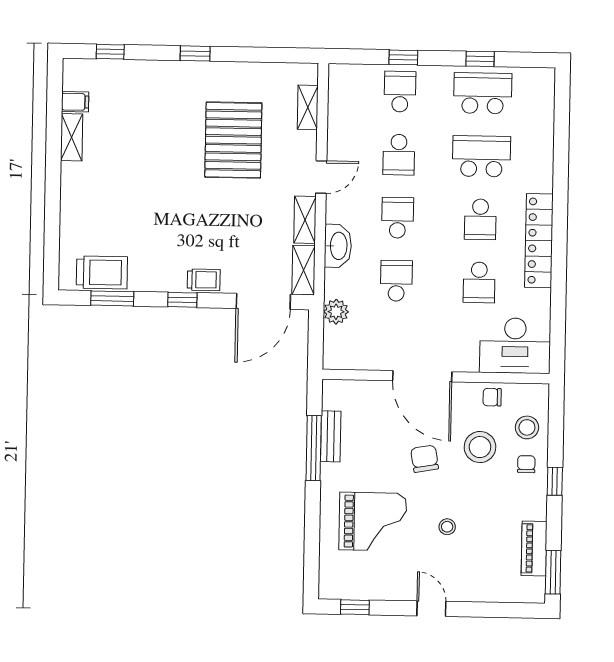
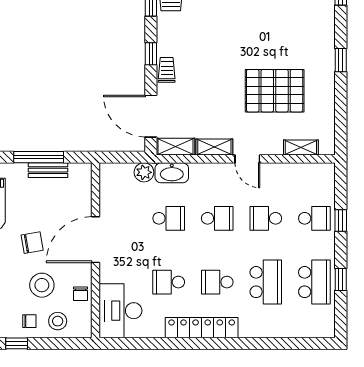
washbasin: (338, 246) -> (172, 173), moved
trolley: (204, 280) -> (167, 70), turned 180
chair: (492, 397) -> (80, 294), turned 180

